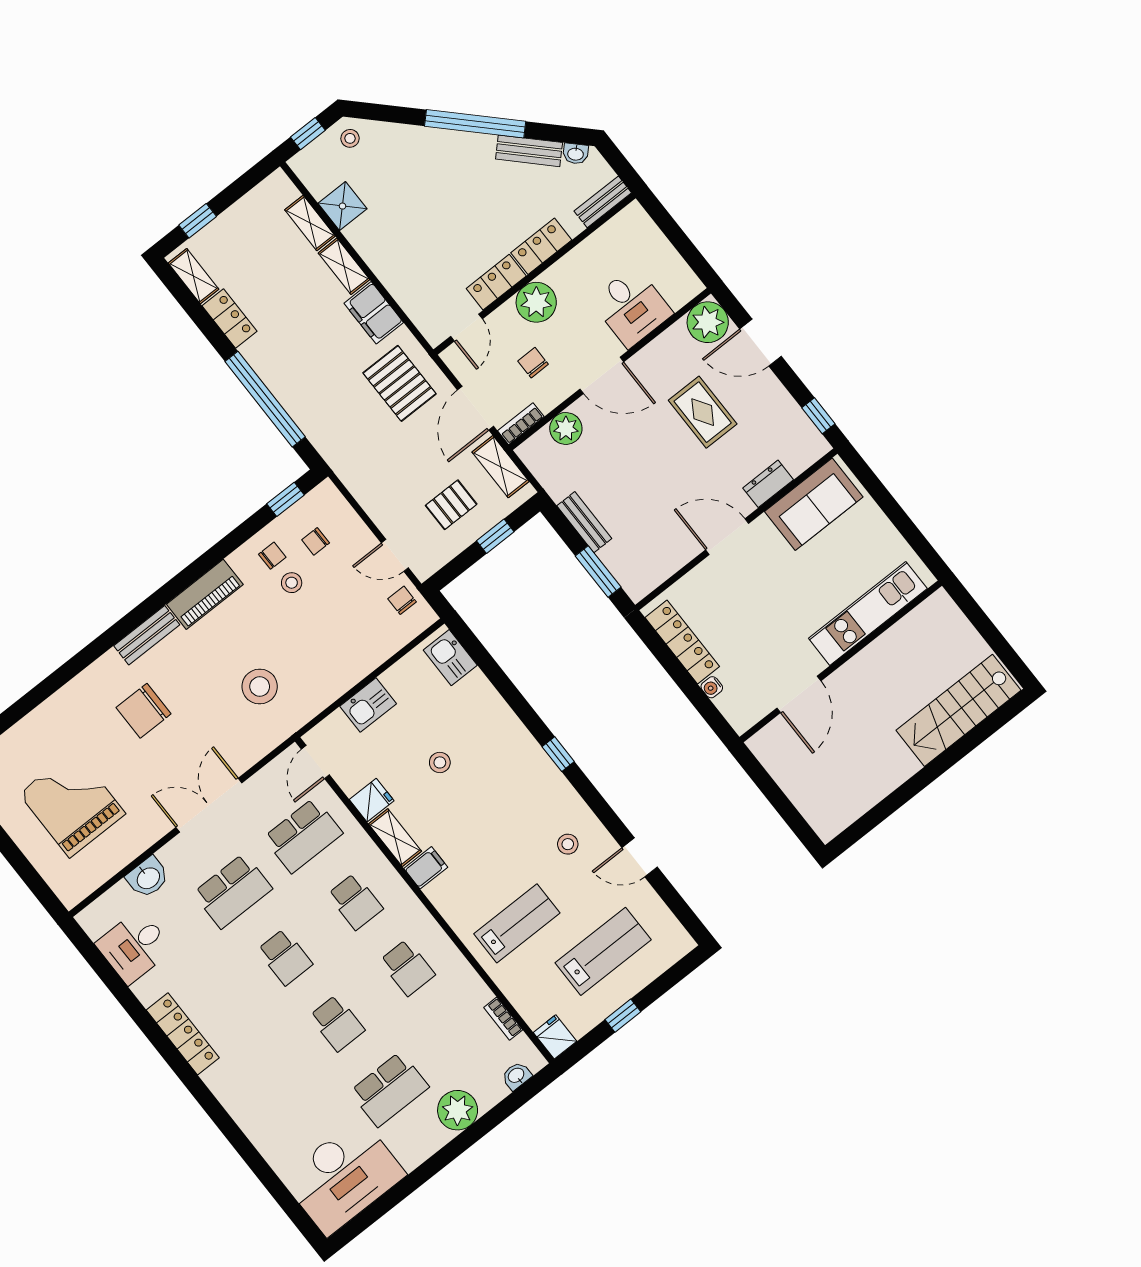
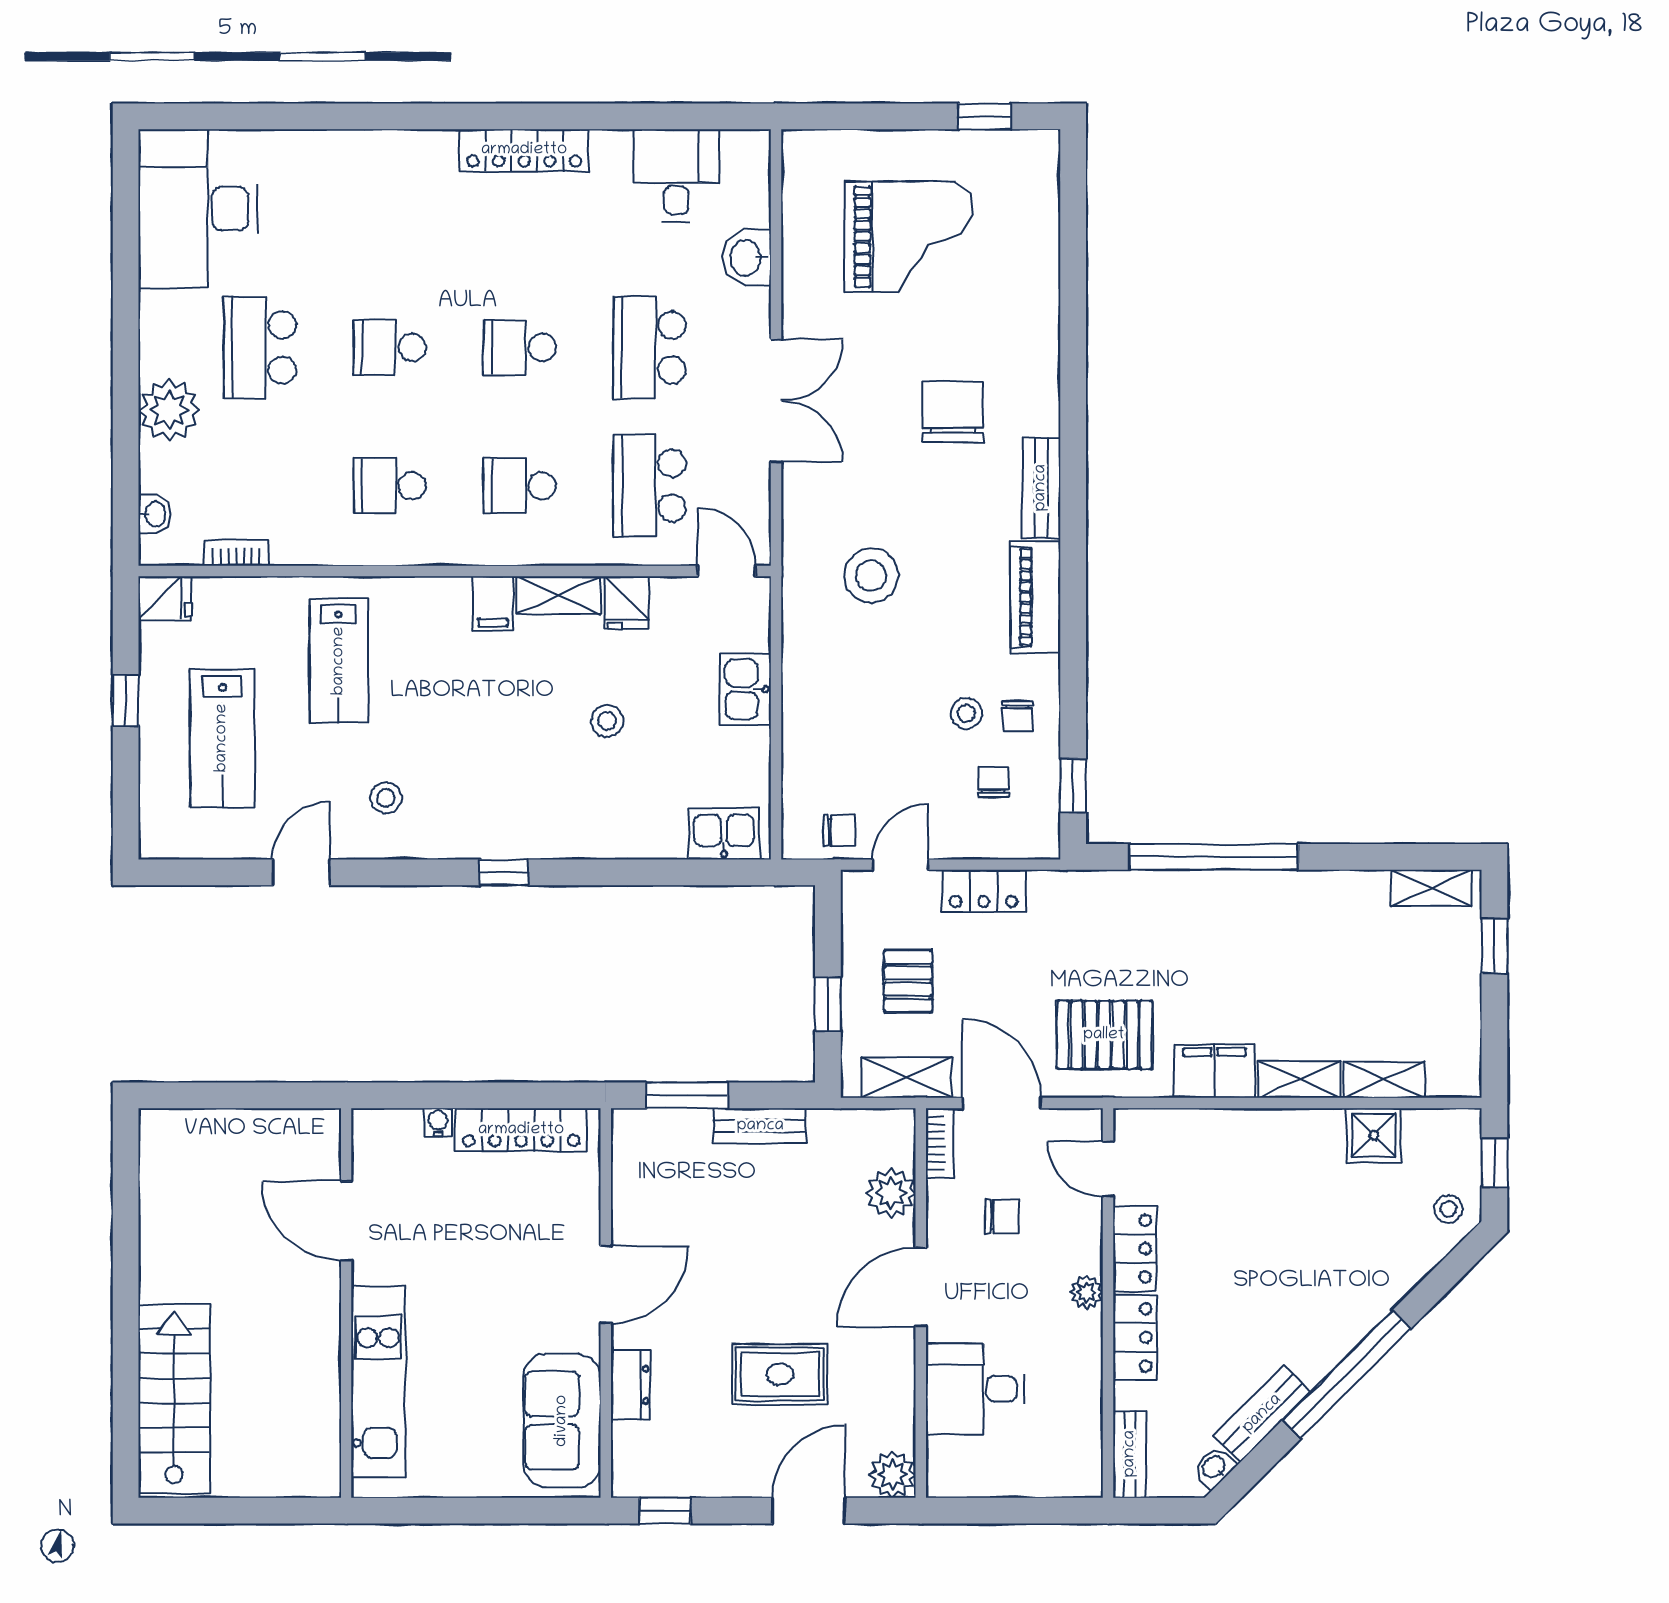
plant: (536, 302) -> (1086, 1292), width x0.53, depth x0.53
locker: (229, 318) -> (984, 891), moved
plant: (708, 322) -> (892, 1475), width x0.73, depth x0.73

